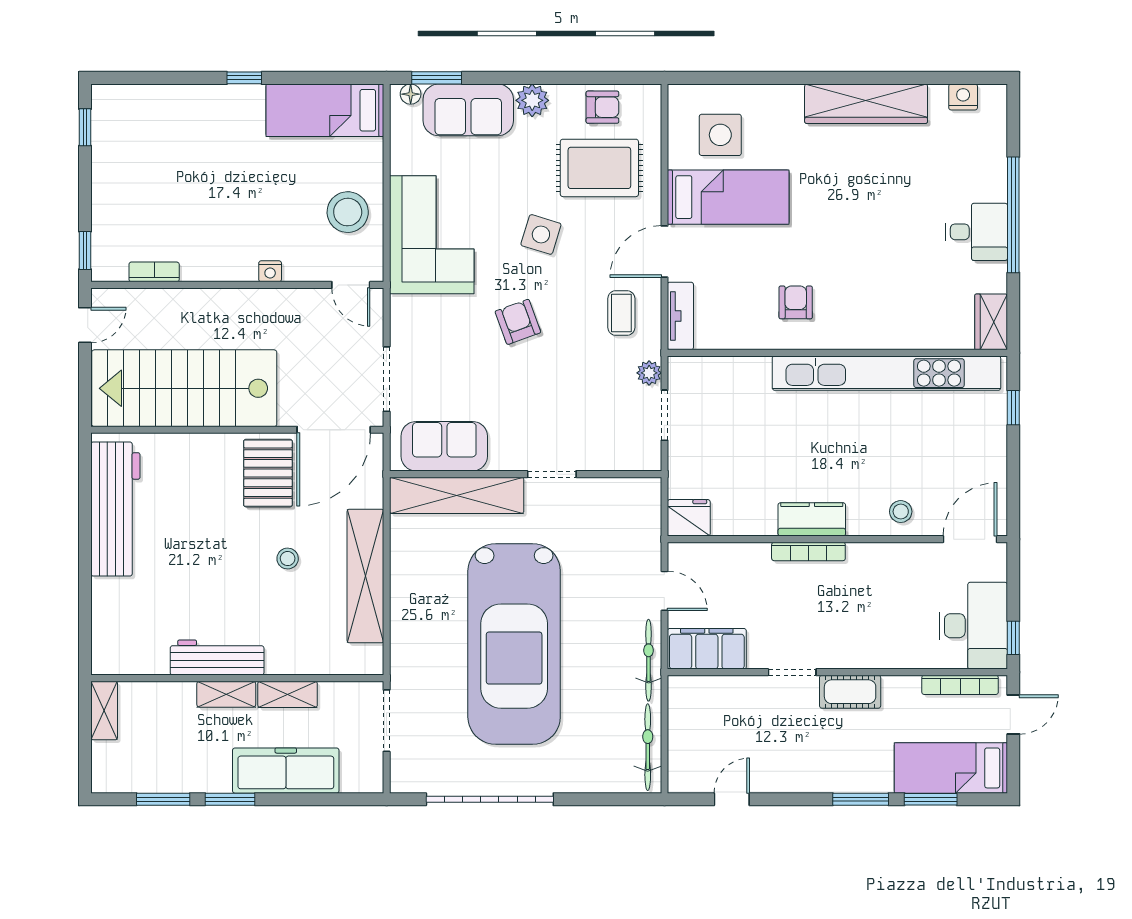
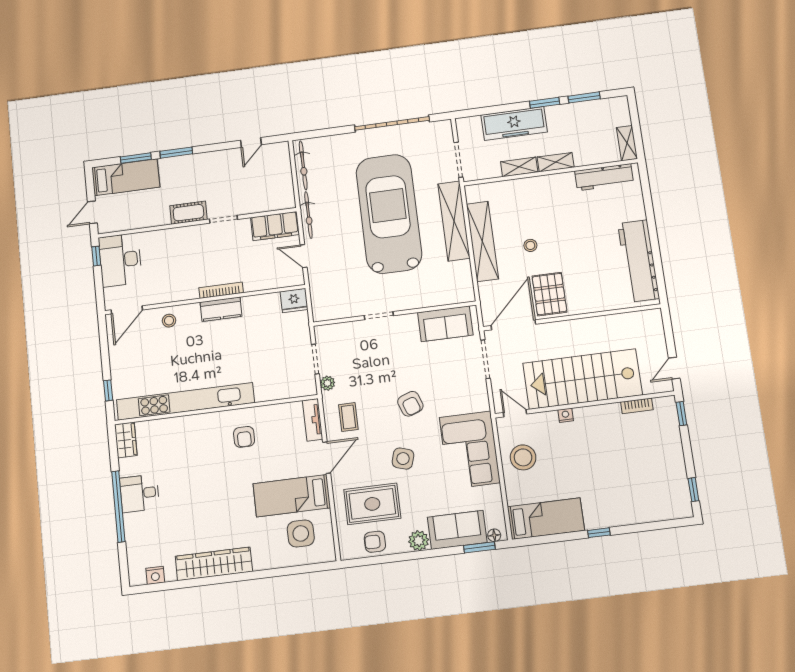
stairs: (184, 388) -> (582, 379), moved, turned 180
shelving: (457, 495) -> (454, 221), moved, turned 90
workbench: (217, 658) -> (604, 177), moved
bookcase: (960, 685) -> (125, 225), removed

